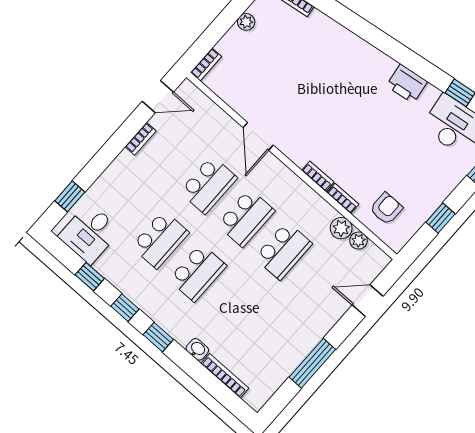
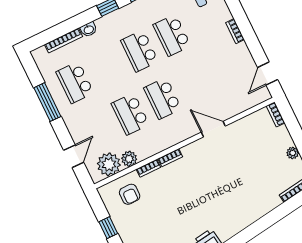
bookcase: (141, 139) -> (235, 31), moved
school desk: (208, 185) -> (75, 82), moved
plant: (358, 241) -> (109, 164), width x1.88, depth x1.88

